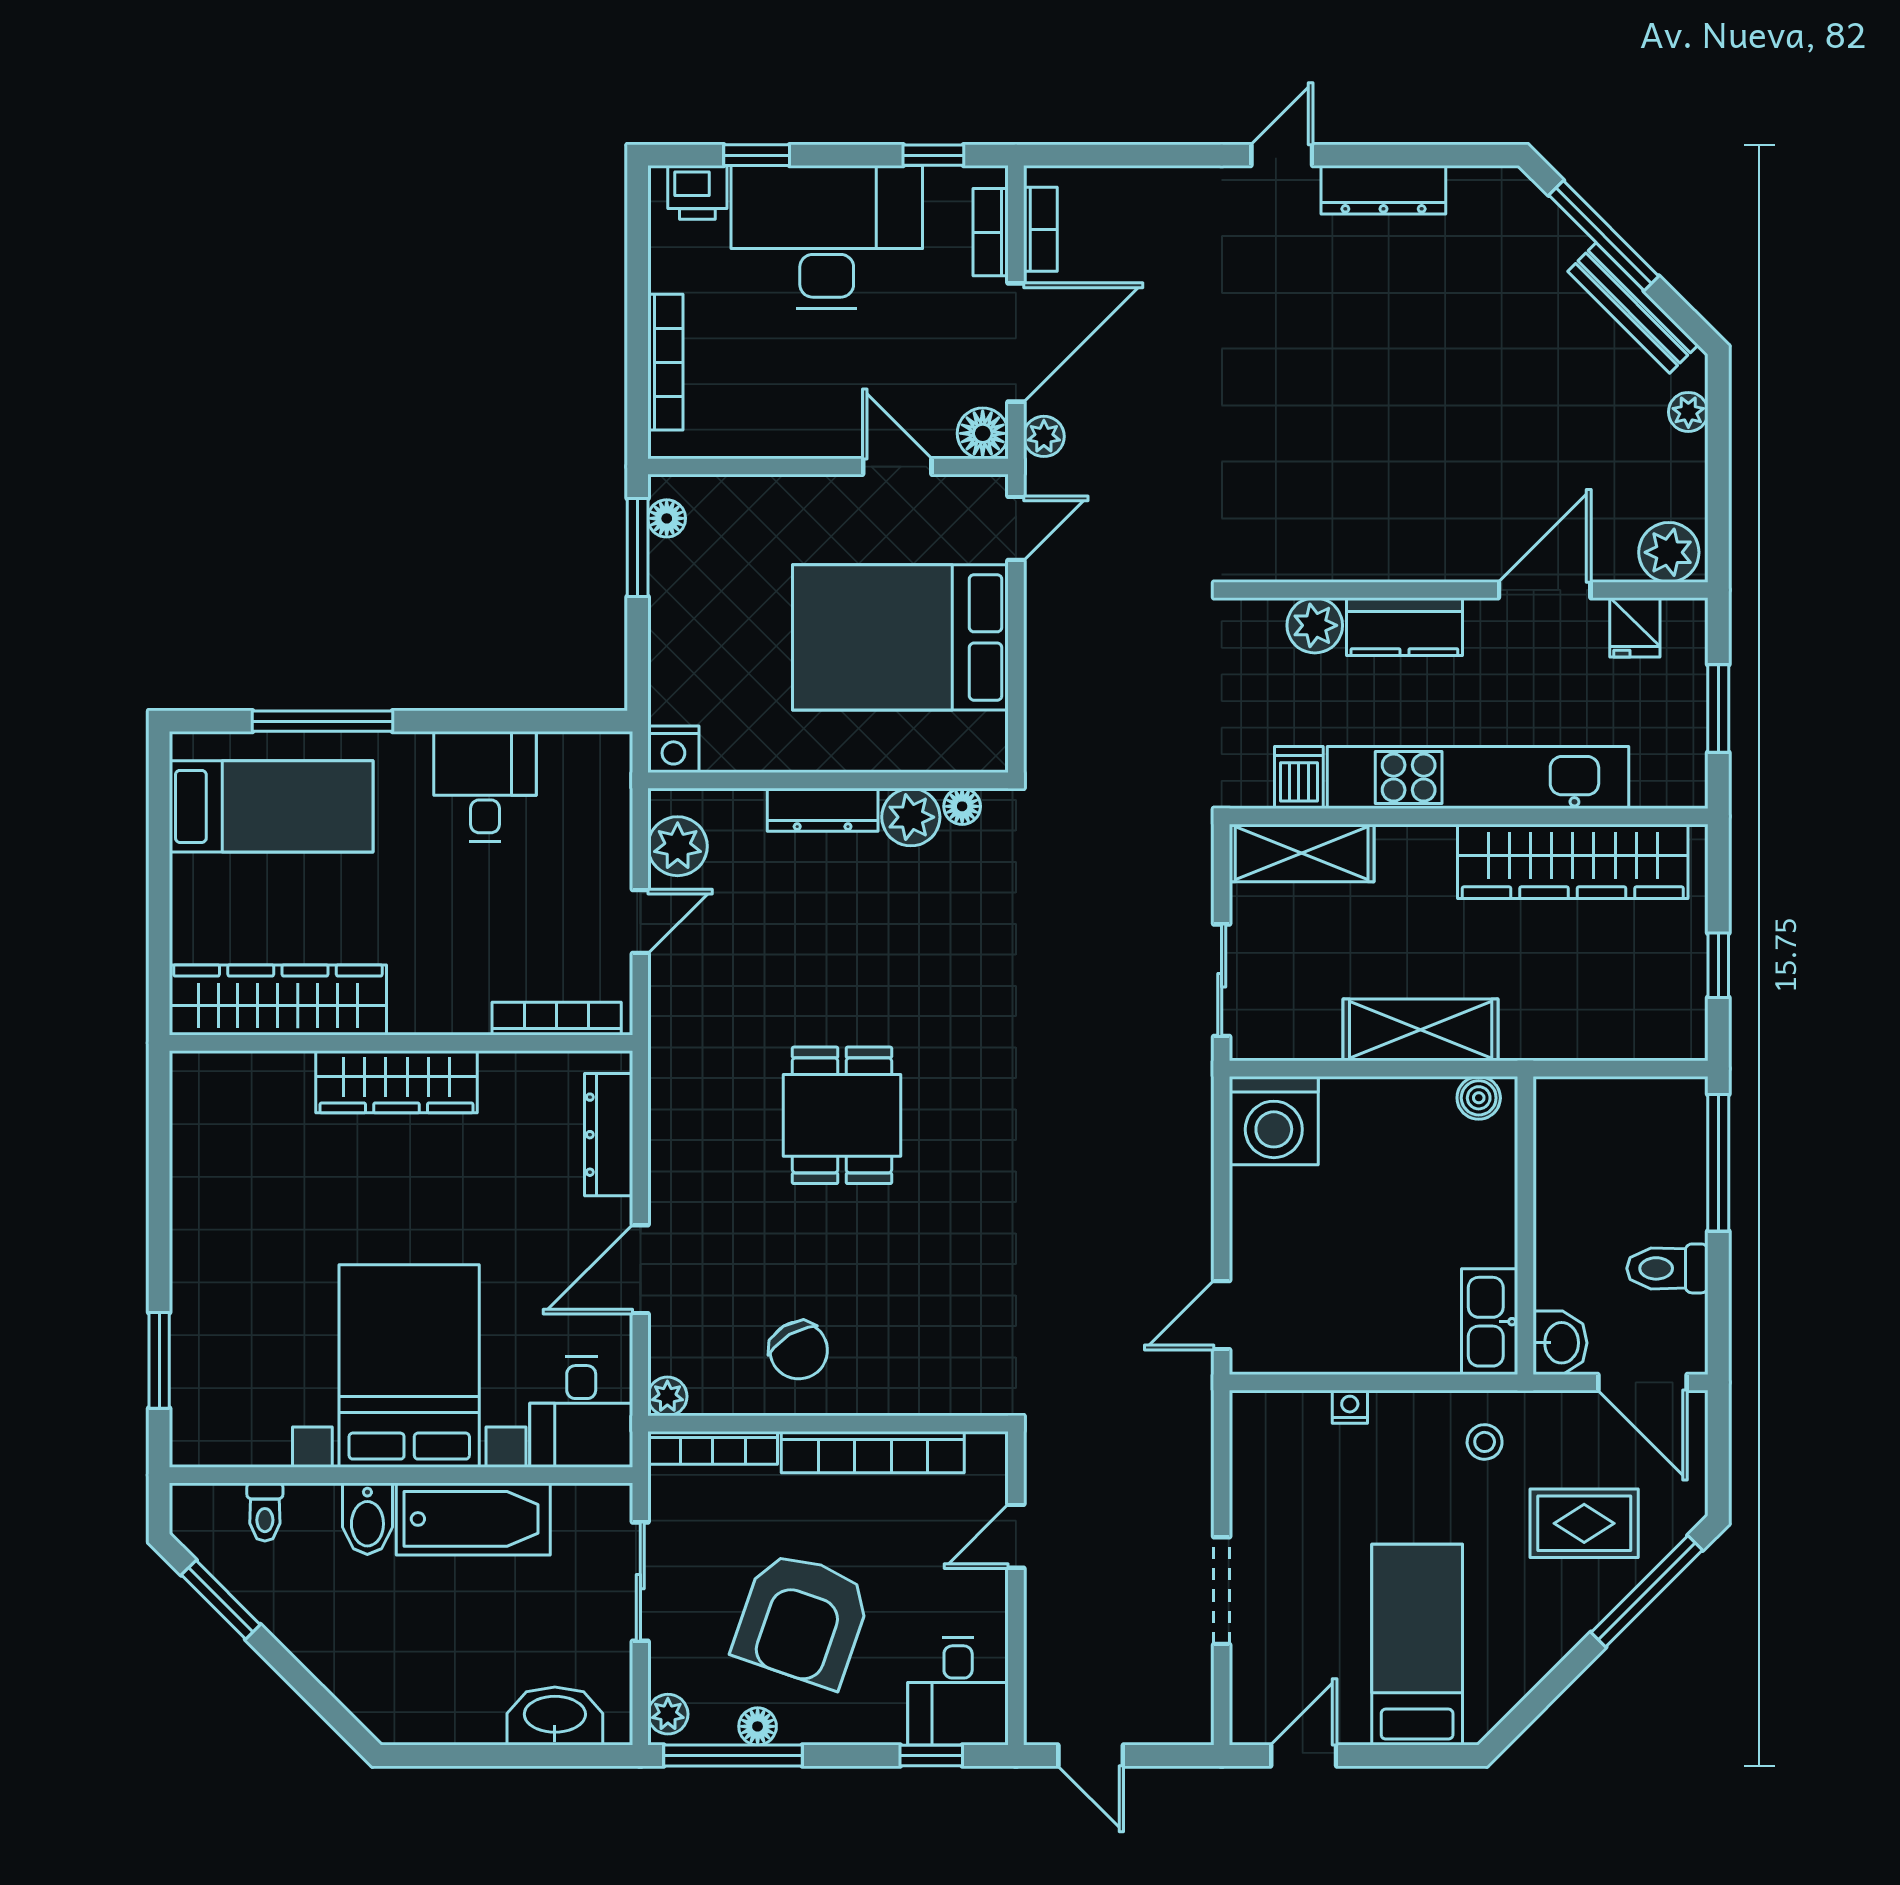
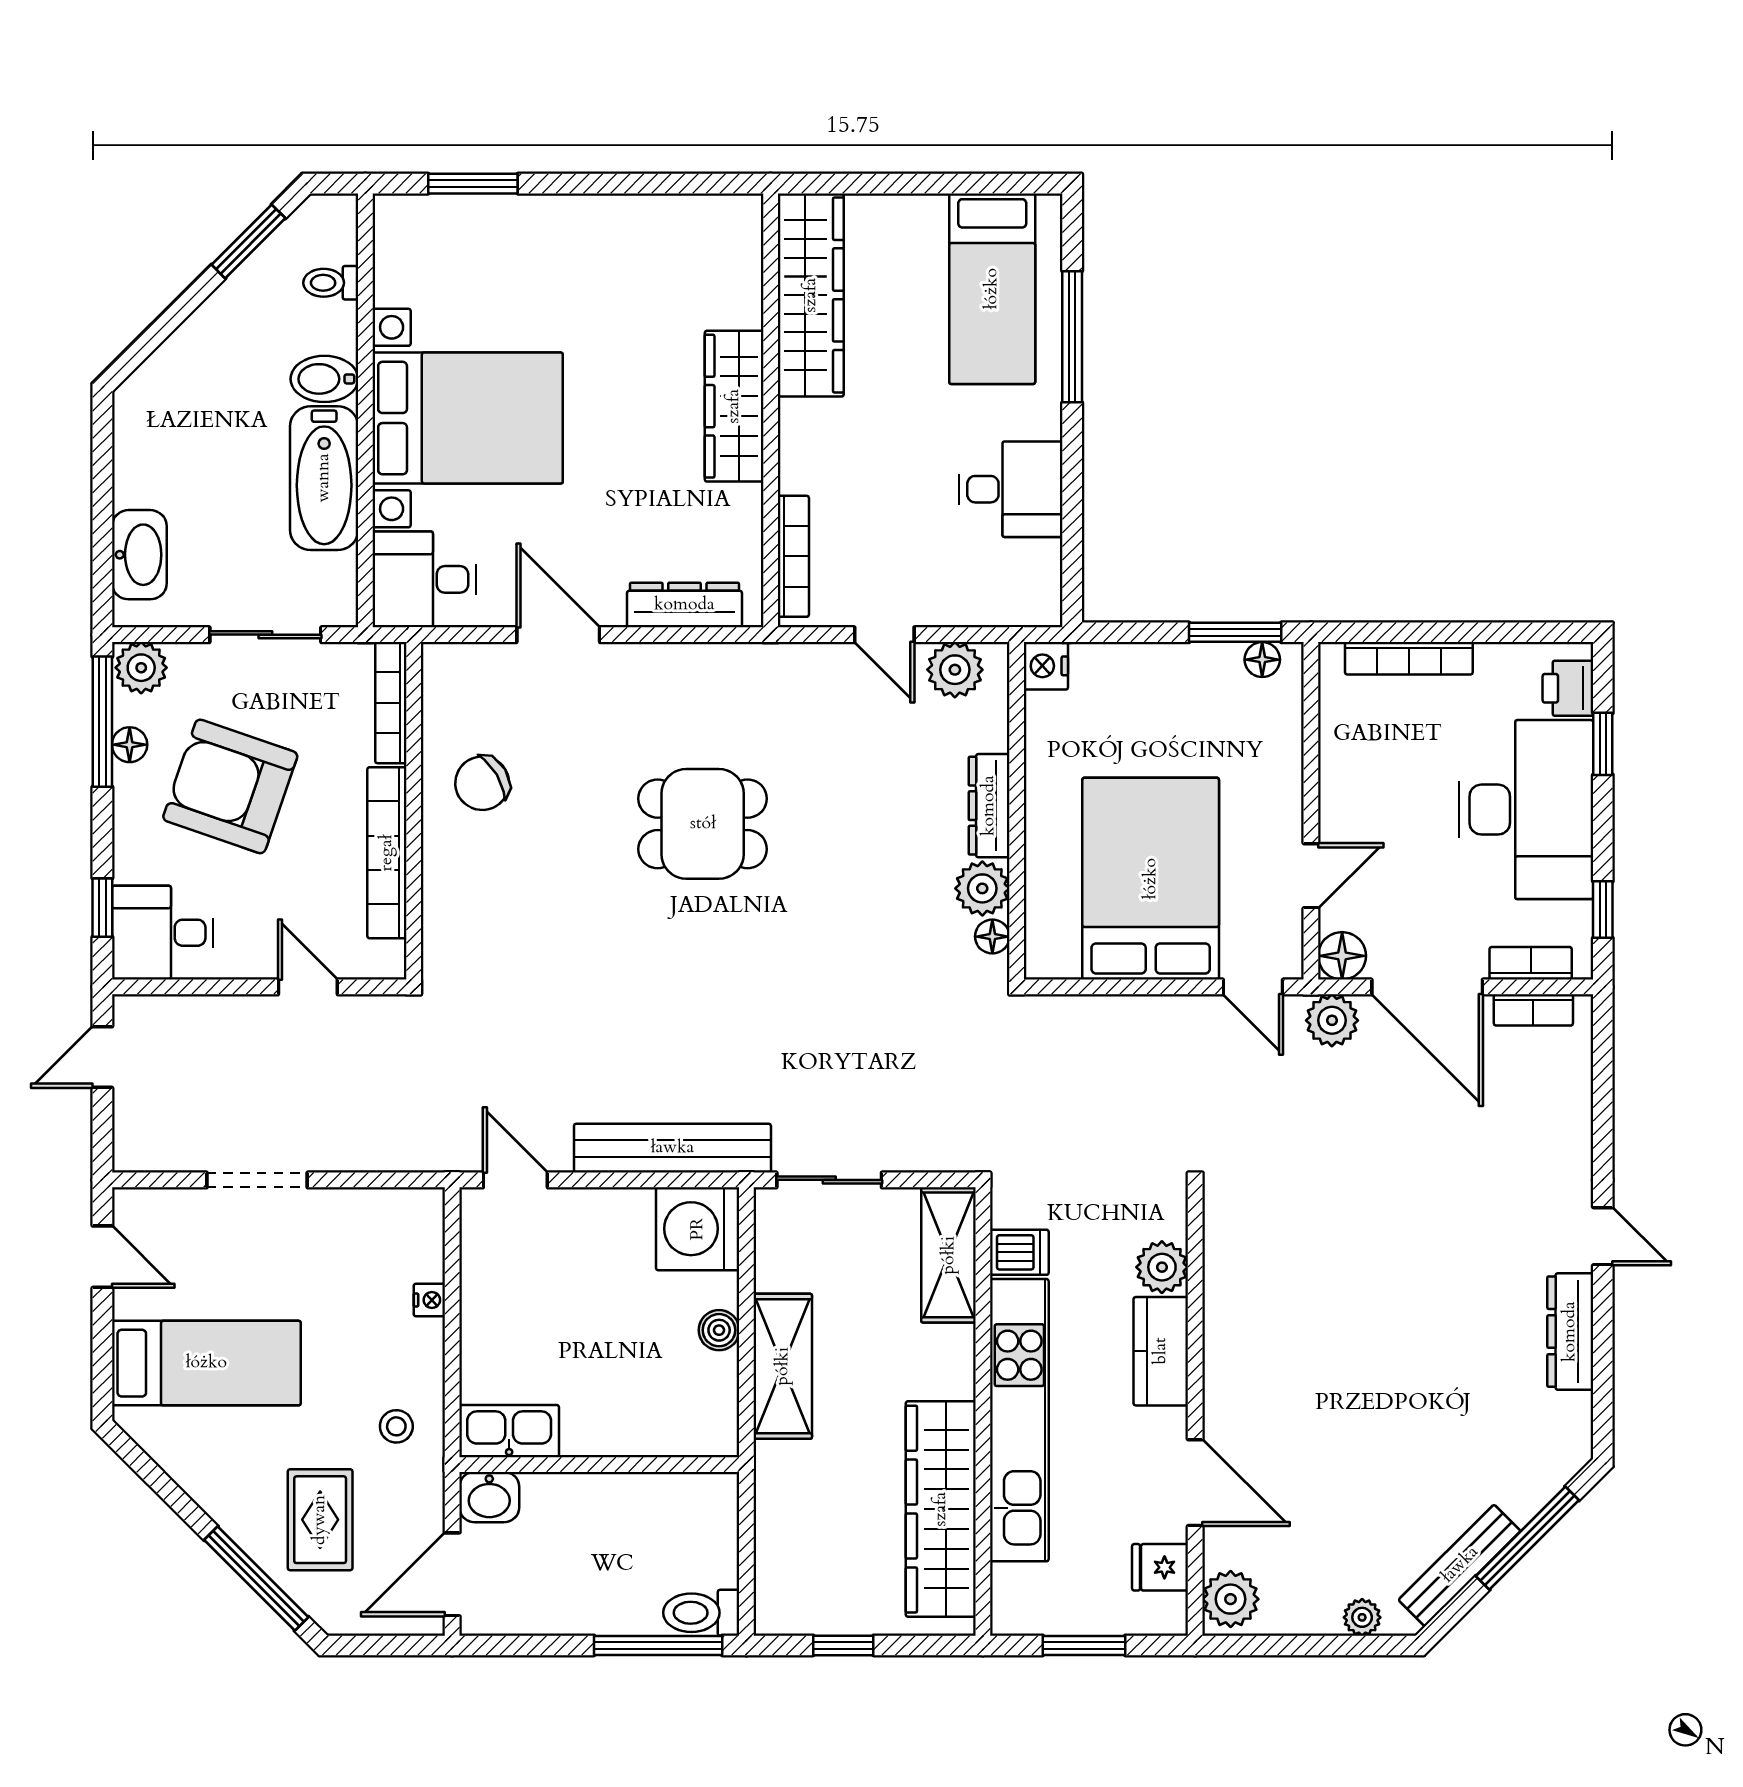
plant: (1044, 436) -> (1332, 1020), width x1.38, depth x1.38
boiler: (1479, 1098) -> (719, 1330), moved
bench: (1188, 1147) -> (672, 1148), added
toilet: (1667, 1268) -> (701, 1613), moved, turned -90
plant: (667, 1396) -> (439, 660), removed
plant: (668, 1714) -> (141, 668), width x1.38, depth x1.38

